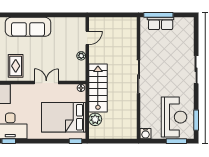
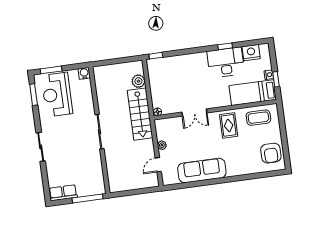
row of seats: (161, 23) -> (63, 193), moved
sofa: (28, 27) -> (202, 170), moved
bed: (64, 117) -> (172, 79), removed

